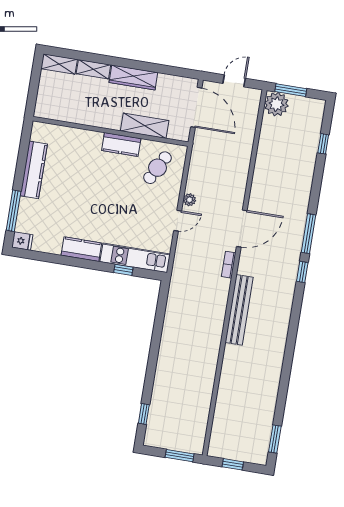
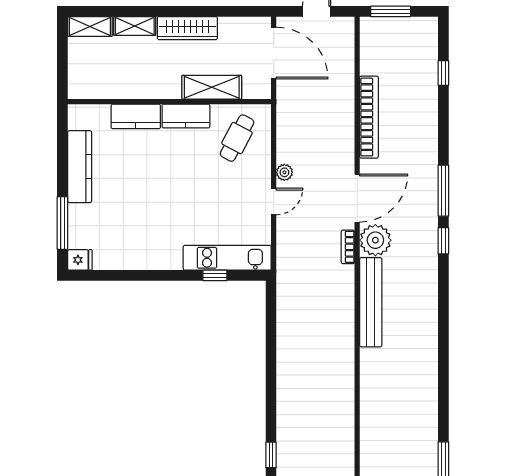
plant: (276, 104) -> (375, 240), moved
bookcase: (261, 168) -> (369, 117), added
kitchen counter: (81, 249) -> (136, 116), moved, turned 180

